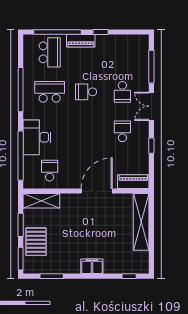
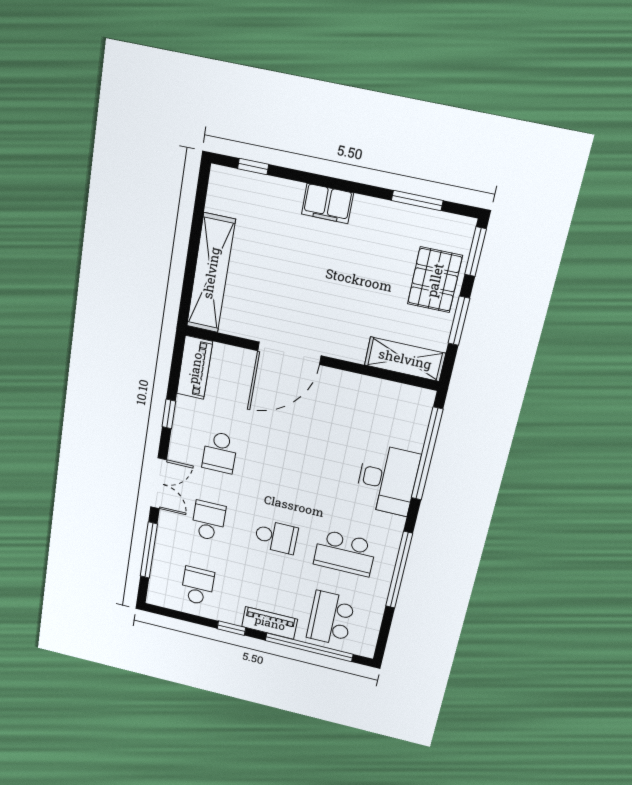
school desk: (50, 171) -> (197, 586), moved, turned 180
piano: (133, 182) -> (195, 368), moved, turned -90

